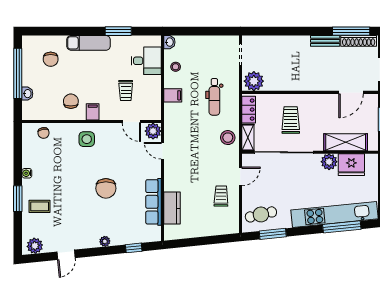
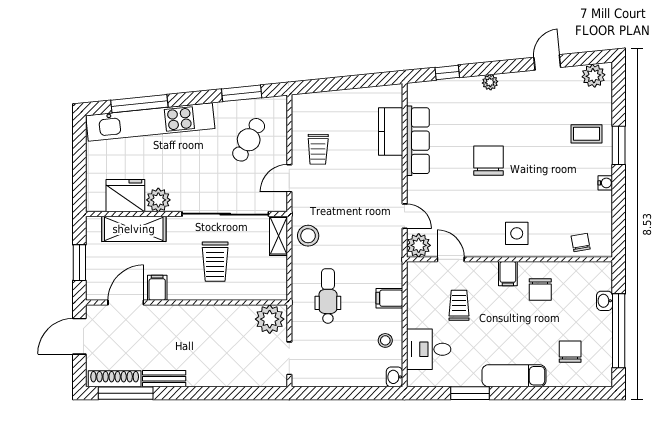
filing cabinet: (330, 102) -> (157, 288), added
locker: (249, 110) -> (277, 277), removed
cafe table: (261, 214) -> (249, 140), moved, turned -47

